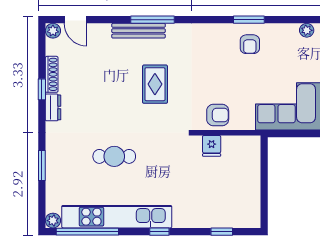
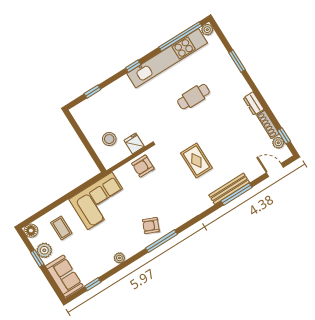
window: (153, 20) -> (236, 194), moved
window: (249, 20) -> (161, 241), width x1.44
plant: (53, 31) -> (278, 143), moved
armchair: (250, 44) -> (151, 226), turned -67
window: (42, 89) -> (284, 136), moved
stool: (236, 168) -> (109, 139), added

